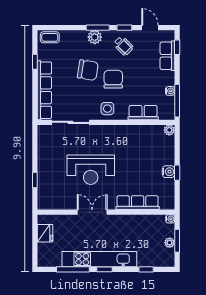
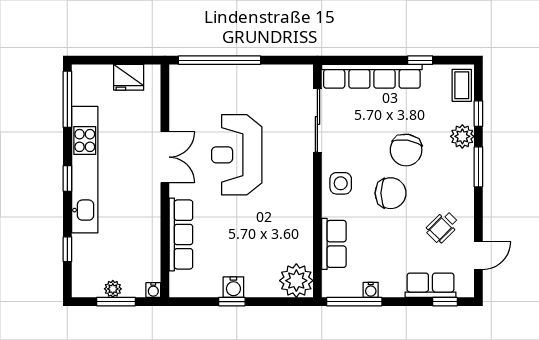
window: (124, 28) -> (478, 114), moved
plant: (95, 37) -> (462, 136), moved
wheelchair: (123, 46) -> (442, 227), moved
plant: (169, 130) -> (296, 281), width x1.88, depth x1.88
window: (35, 180) -> (219, 60), width x3.17
window: (73, 269) -> (67, 99), moved

